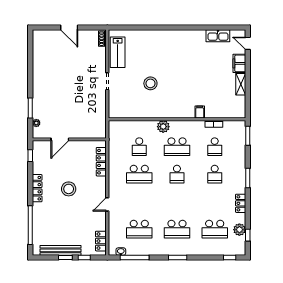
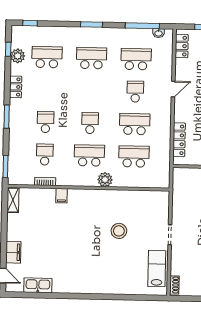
shelving: (241, 84) -> (13, 200), moved
school desk: (139, 147) -> (134, 156), width x1.85
school desk: (139, 202) -> (135, 92), added

